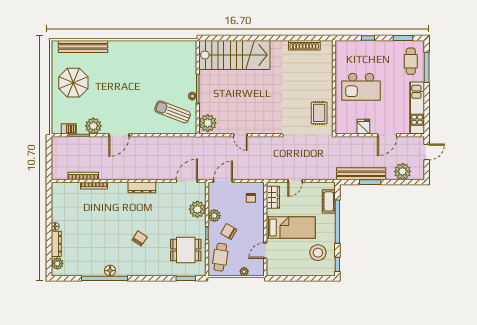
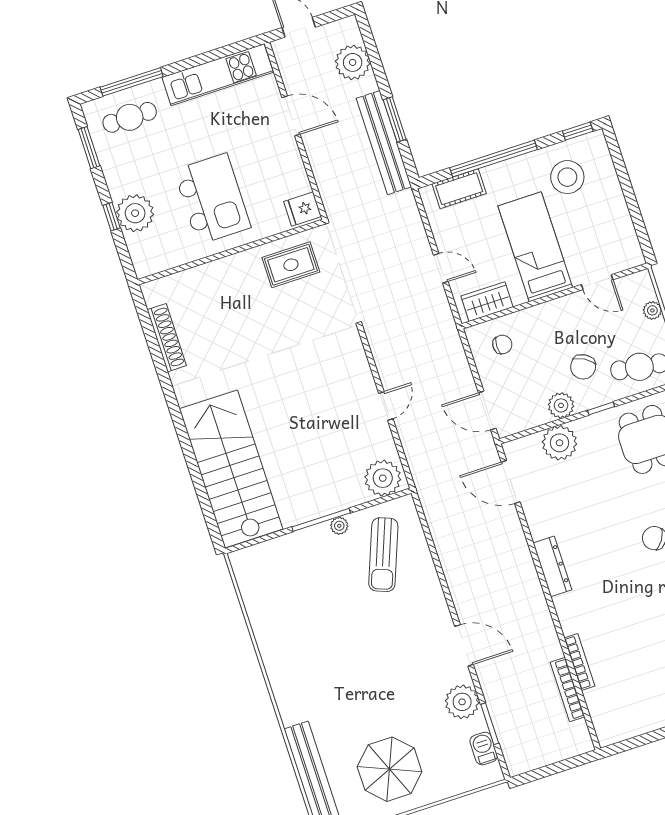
plant: (366, 49) -> (135, 213), added
fridge: (363, 127) -> (302, 209), moved

